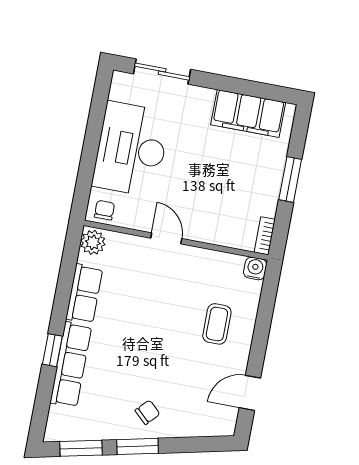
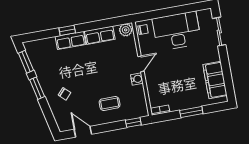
water cooler: (255, 268) -> (137, 79), moved
window: (269, 294) -> (133, 123), added
row of seats: (71, 365) -> (70, 40), width x0.68
chair: (148, 412) -> (64, 94), moved

